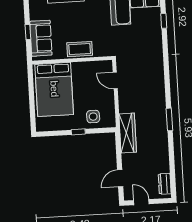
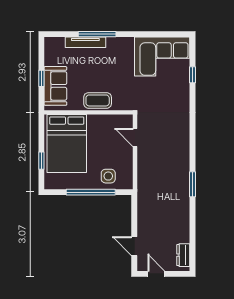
window: (32, 106) -> (41, 161), added
window: (78, 132) -> (91, 192), width x3.17
wardrobe: (128, 133) -> (145, 196), removed
door: (120, 178) -> (134, 246), hinge flipped

